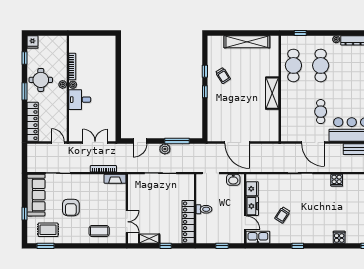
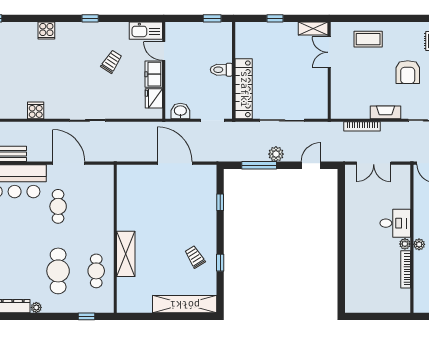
shelving: (247, 42) -> (185, 304), moved
cafe table: (293, 65) -> (96, 271), width x0.73, depth x0.74
window: (205, 92) -> (220, 202), moved
shelving: (272, 93) -> (126, 254), moved
fireplace: (115, 179) -> (386, 112), moved
armchair: (71, 207) -> (408, 72), turned 180
locker: (188, 222) -> (244, 89), moved
cooker: (339, 237) -> (46, 31), moved
shelving: (149, 239) -> (313, 29), moved
window: (222, 246) -> (212, 18), moved

